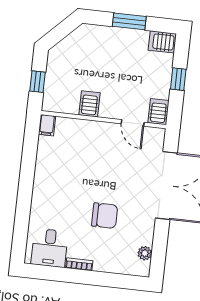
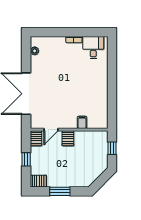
server rack: (90, 104) -> (68, 138), moved
door: (133, 123) -> (51, 130), swing flipped
filing cabinet: (47, 125) -> (82, 122), moved
chair: (105, 216) -> (62, 71), removed

